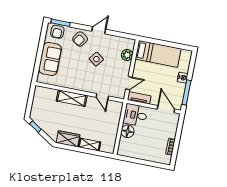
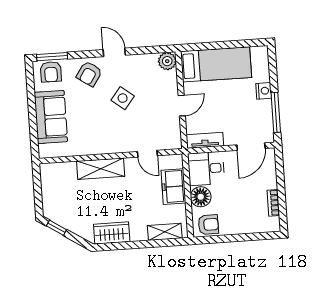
door: (99, 30) -> (114, 52), hinge flipped
plant: (127, 55) -> (167, 61), moved
door: (129, 83) -> (182, 106), moved
door: (166, 109) -> (251, 147), swing flipped
freezer: (113, 121) -> (174, 187), added
shelving: (89, 145) -> (165, 232), moved
armchair: (128, 149) -> (208, 225), added

